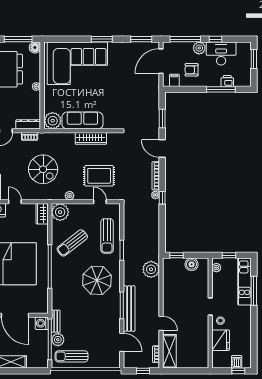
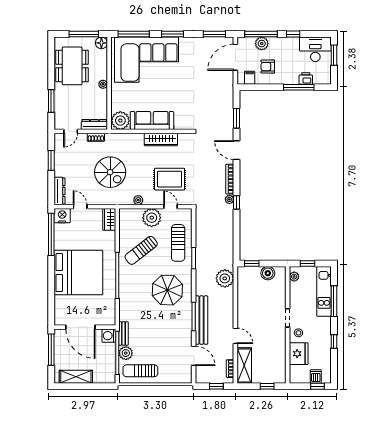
window: (65, 39) -> (134, 34), added
plant: (199, 48) -> (262, 44), moved
desk: (221, 54) -> (315, 49), moved
plant: (60, 212) -> (152, 218), moved
window: (254, 329) -> (334, 342), added
window: (191, 371) -> (267, 386), added

